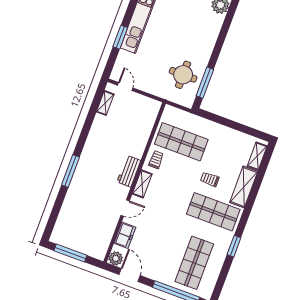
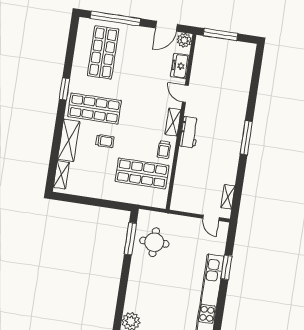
window: (70, 171) -> (246, 138), moved
door: (125, 208) -> (185, 94), hinge flipped
window: (234, 246) -> (64, 89), moved
window: (70, 253) -> (220, 35), moved
door: (130, 275) -> (166, 26), hinge flipped

